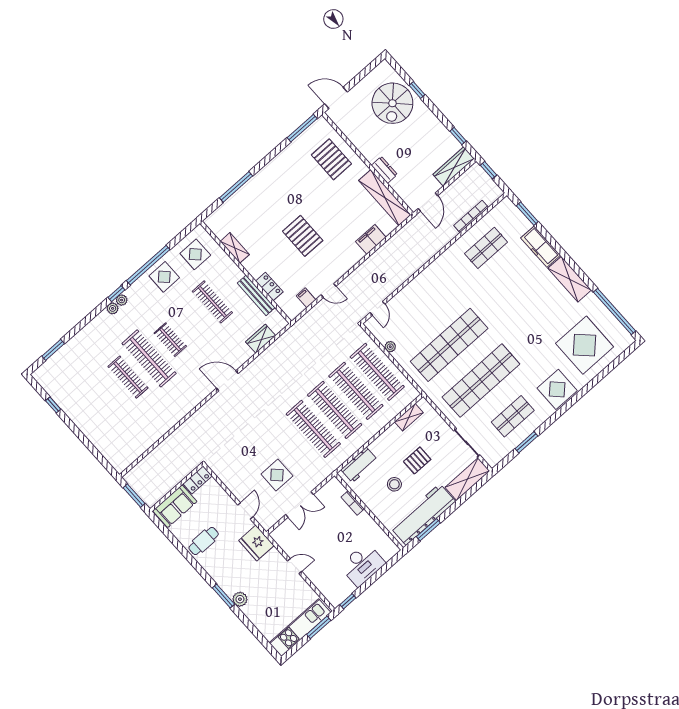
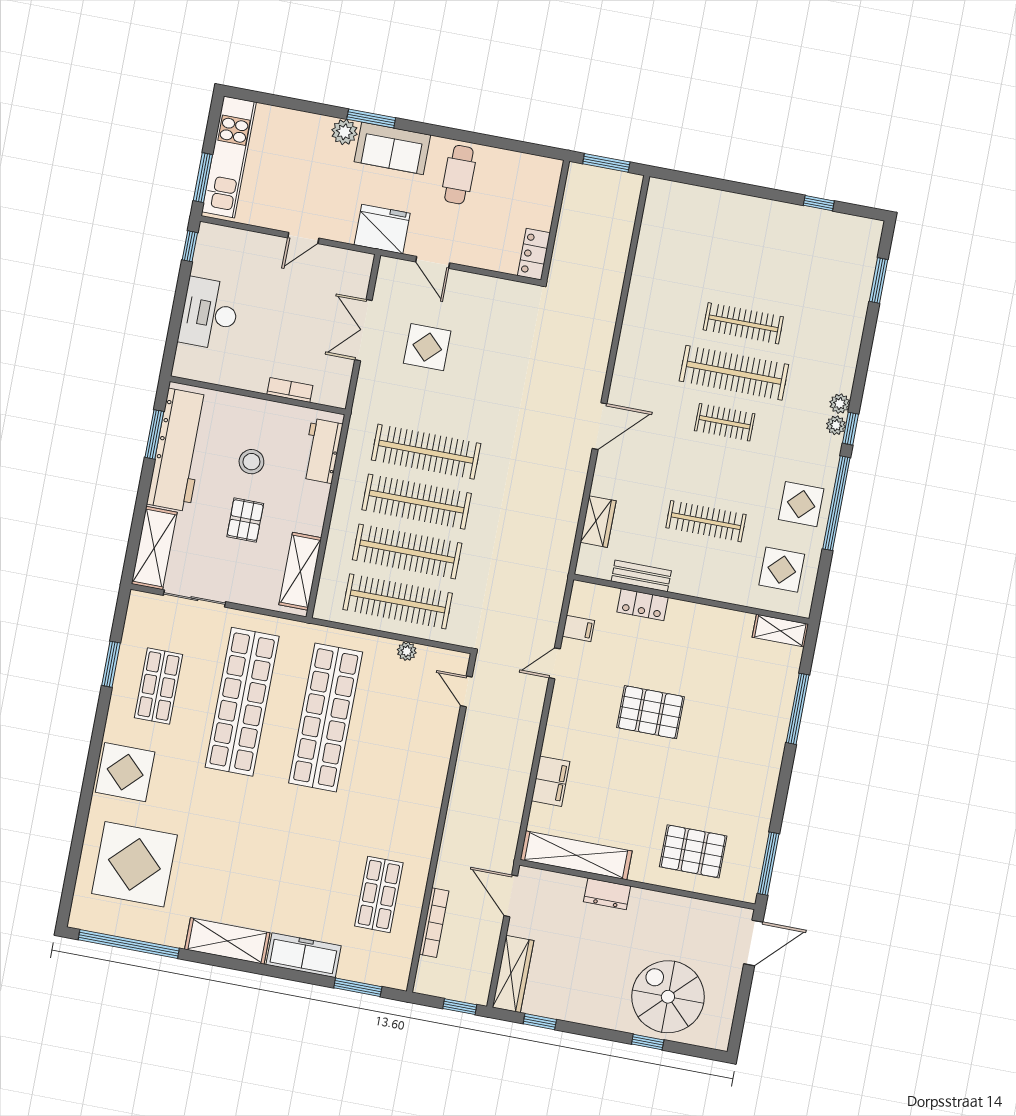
shelving: (235, 248) -> (780, 631), moved
bench: (256, 295) -> (641, 576), width x0.73
shelving: (409, 417) -> (300, 571), width x1.50, depth x1.33
sofa: (175, 506) -> (392, 148), moved, turned -90

